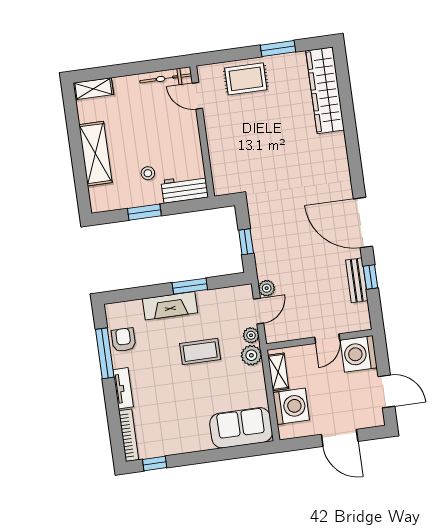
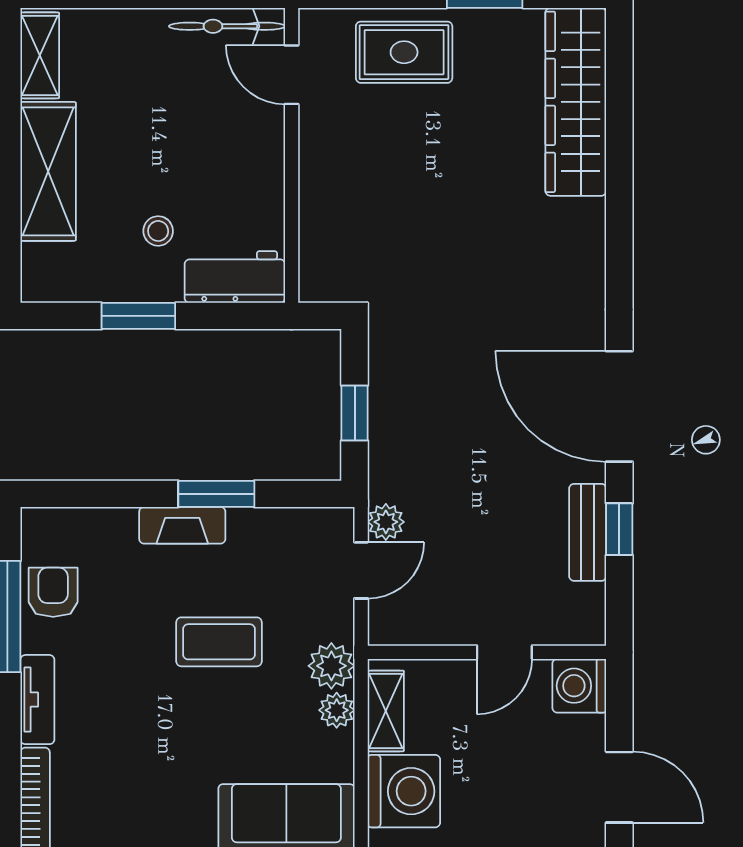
shelving: (93, 89) -> (40, 55), moved, turned 90
fireplace: (170, 306) -> (182, 525), width x0.73, depth x0.76
plant: (251, 335) -> (337, 710), moved
washing machine: (359, 354) -> (579, 686), width x0.73, depth x0.73

